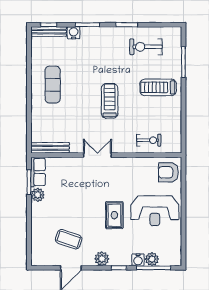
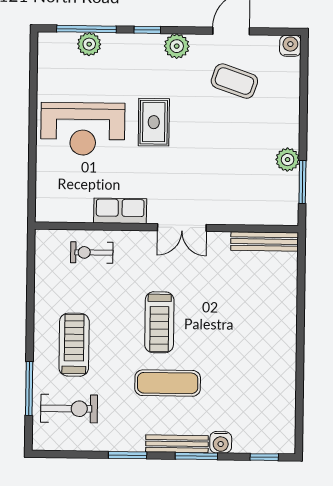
bench: (49, 32) -> (177, 444), moved
exercise bike: (146, 47) -> (69, 409), moved
exercise mat: (53, 85) -> (168, 383), moved, turned 90
treadmill: (158, 87) -> (74, 345), turned -90
row of seats: (38, 172) -> (120, 211), moved, turned 90
armchair: (168, 172) -> (58, 196), removed
reception desk: (155, 211) -> (83, 129), turned 180
water cooler: (138, 260) -> (290, 46), moved

